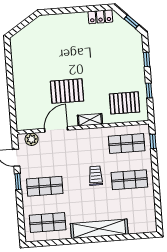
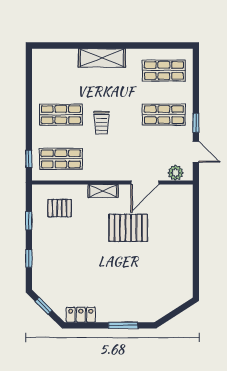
window: (65, 11) -> (123, 325), added
pallet: (125, 103) -> (60, 208), width x0.67, depth x0.71
shelving: (99, 229) -> (102, 58), width x0.68

